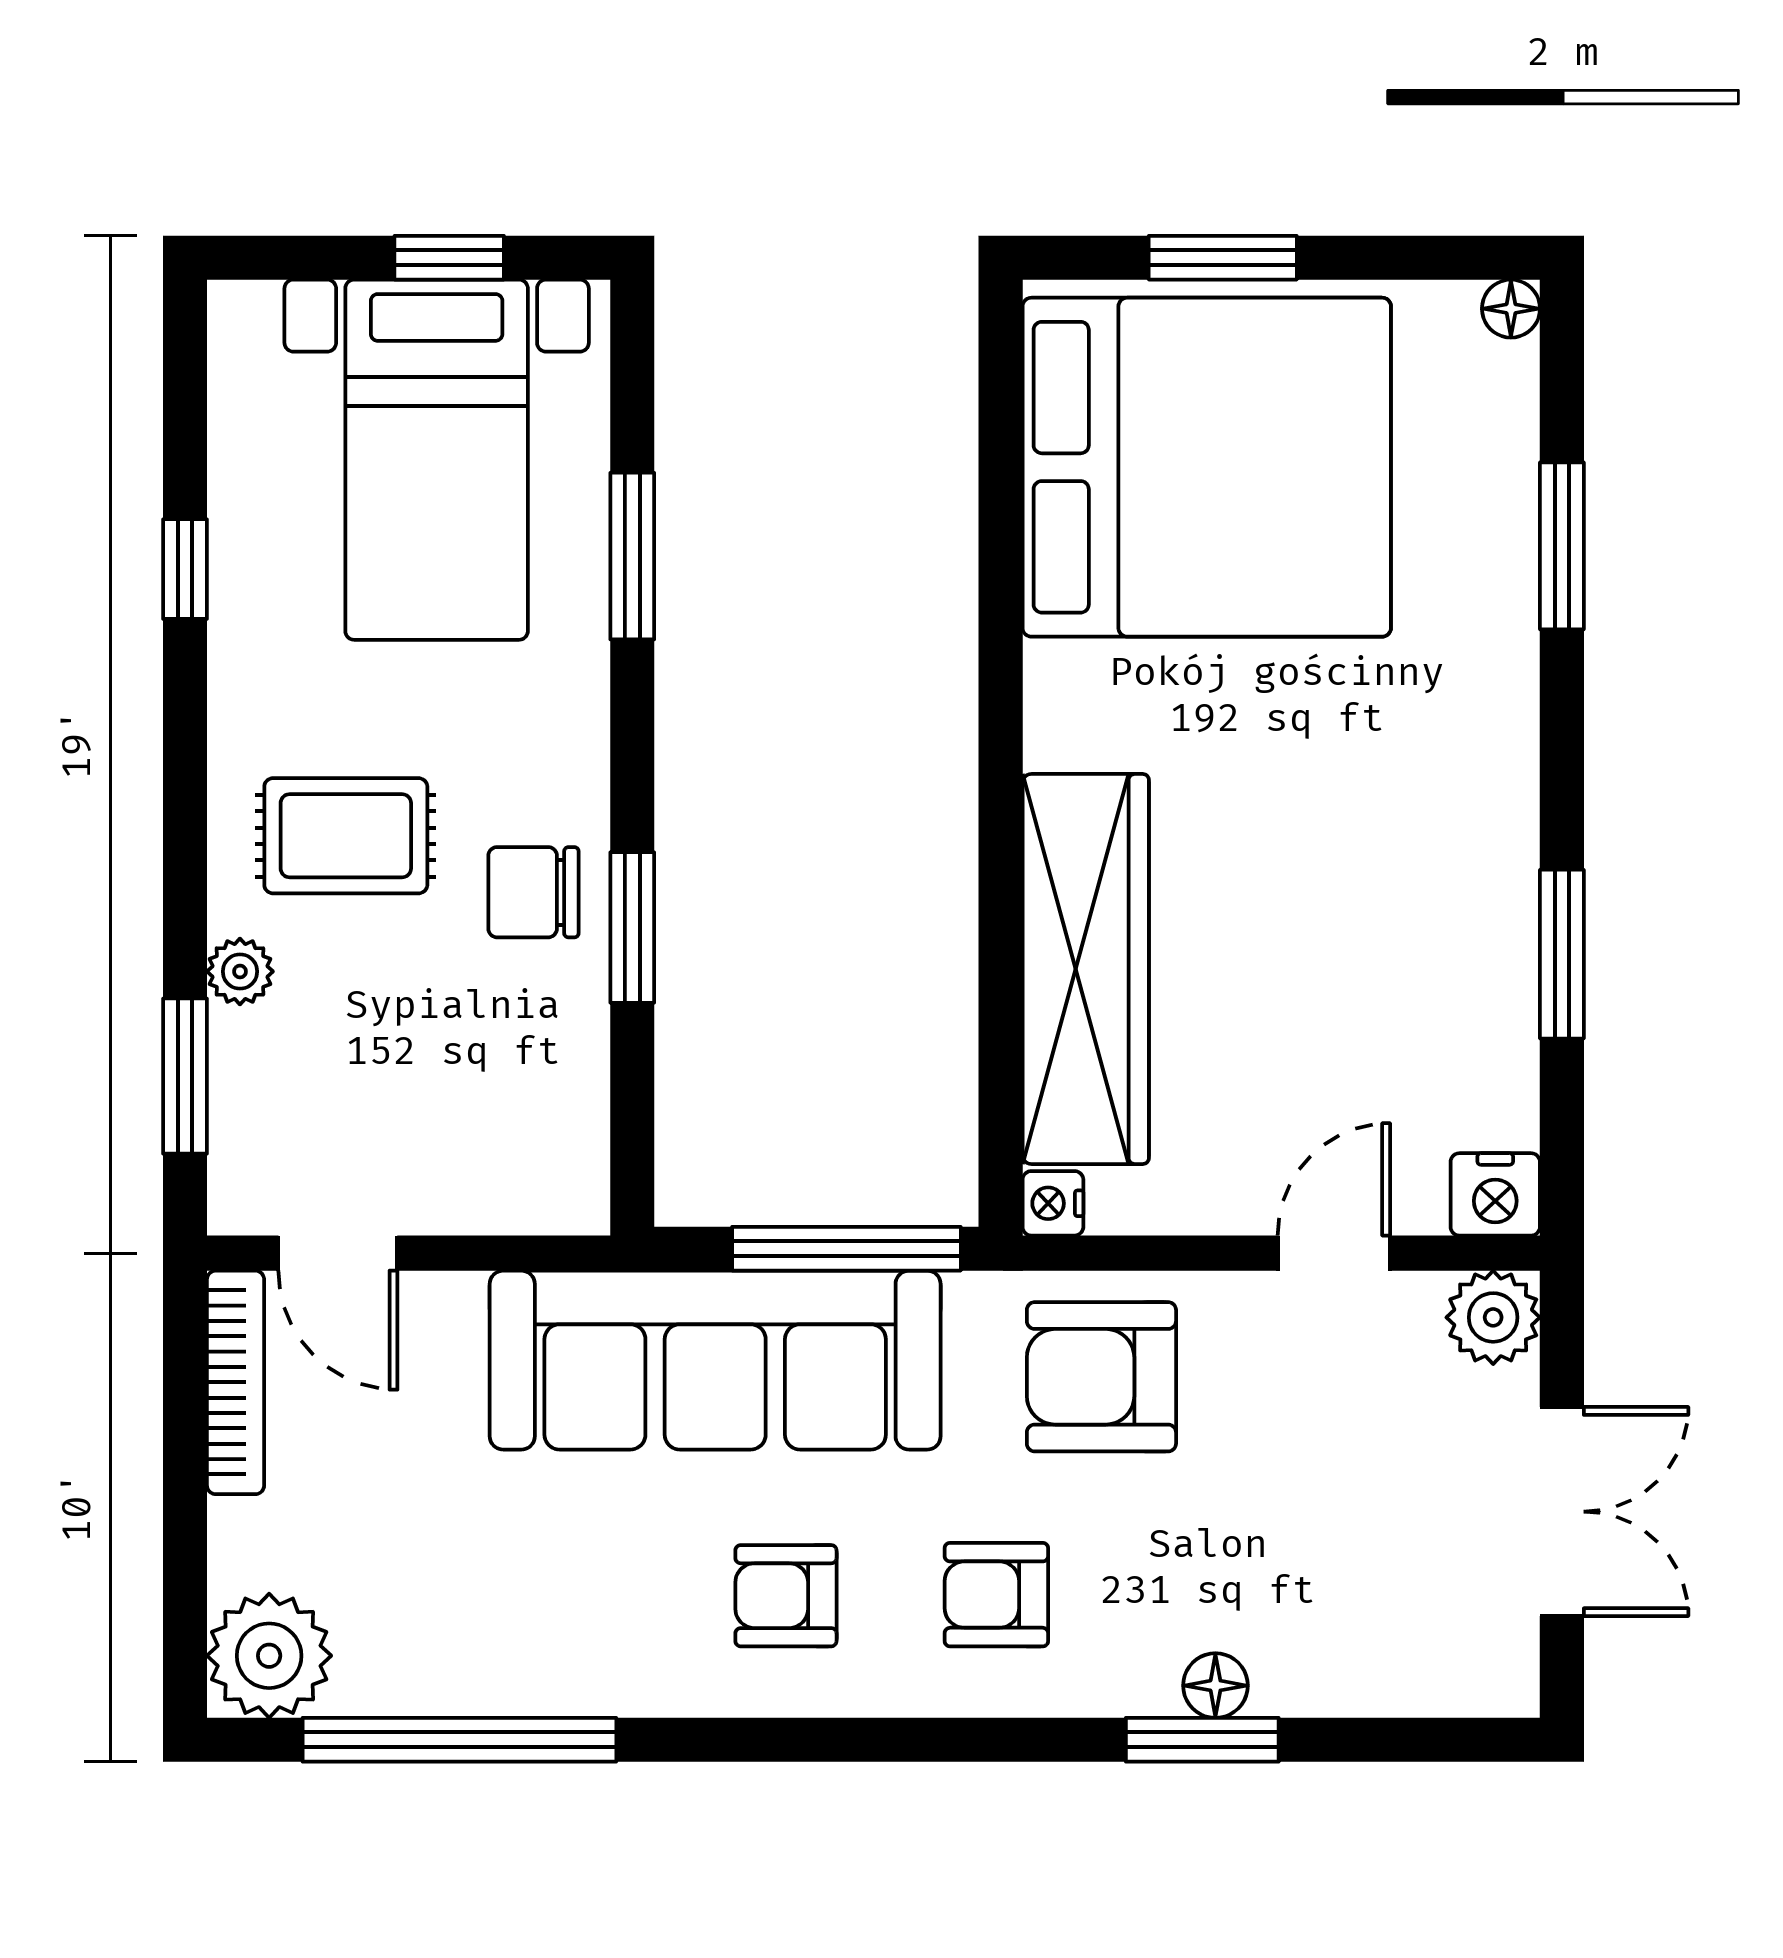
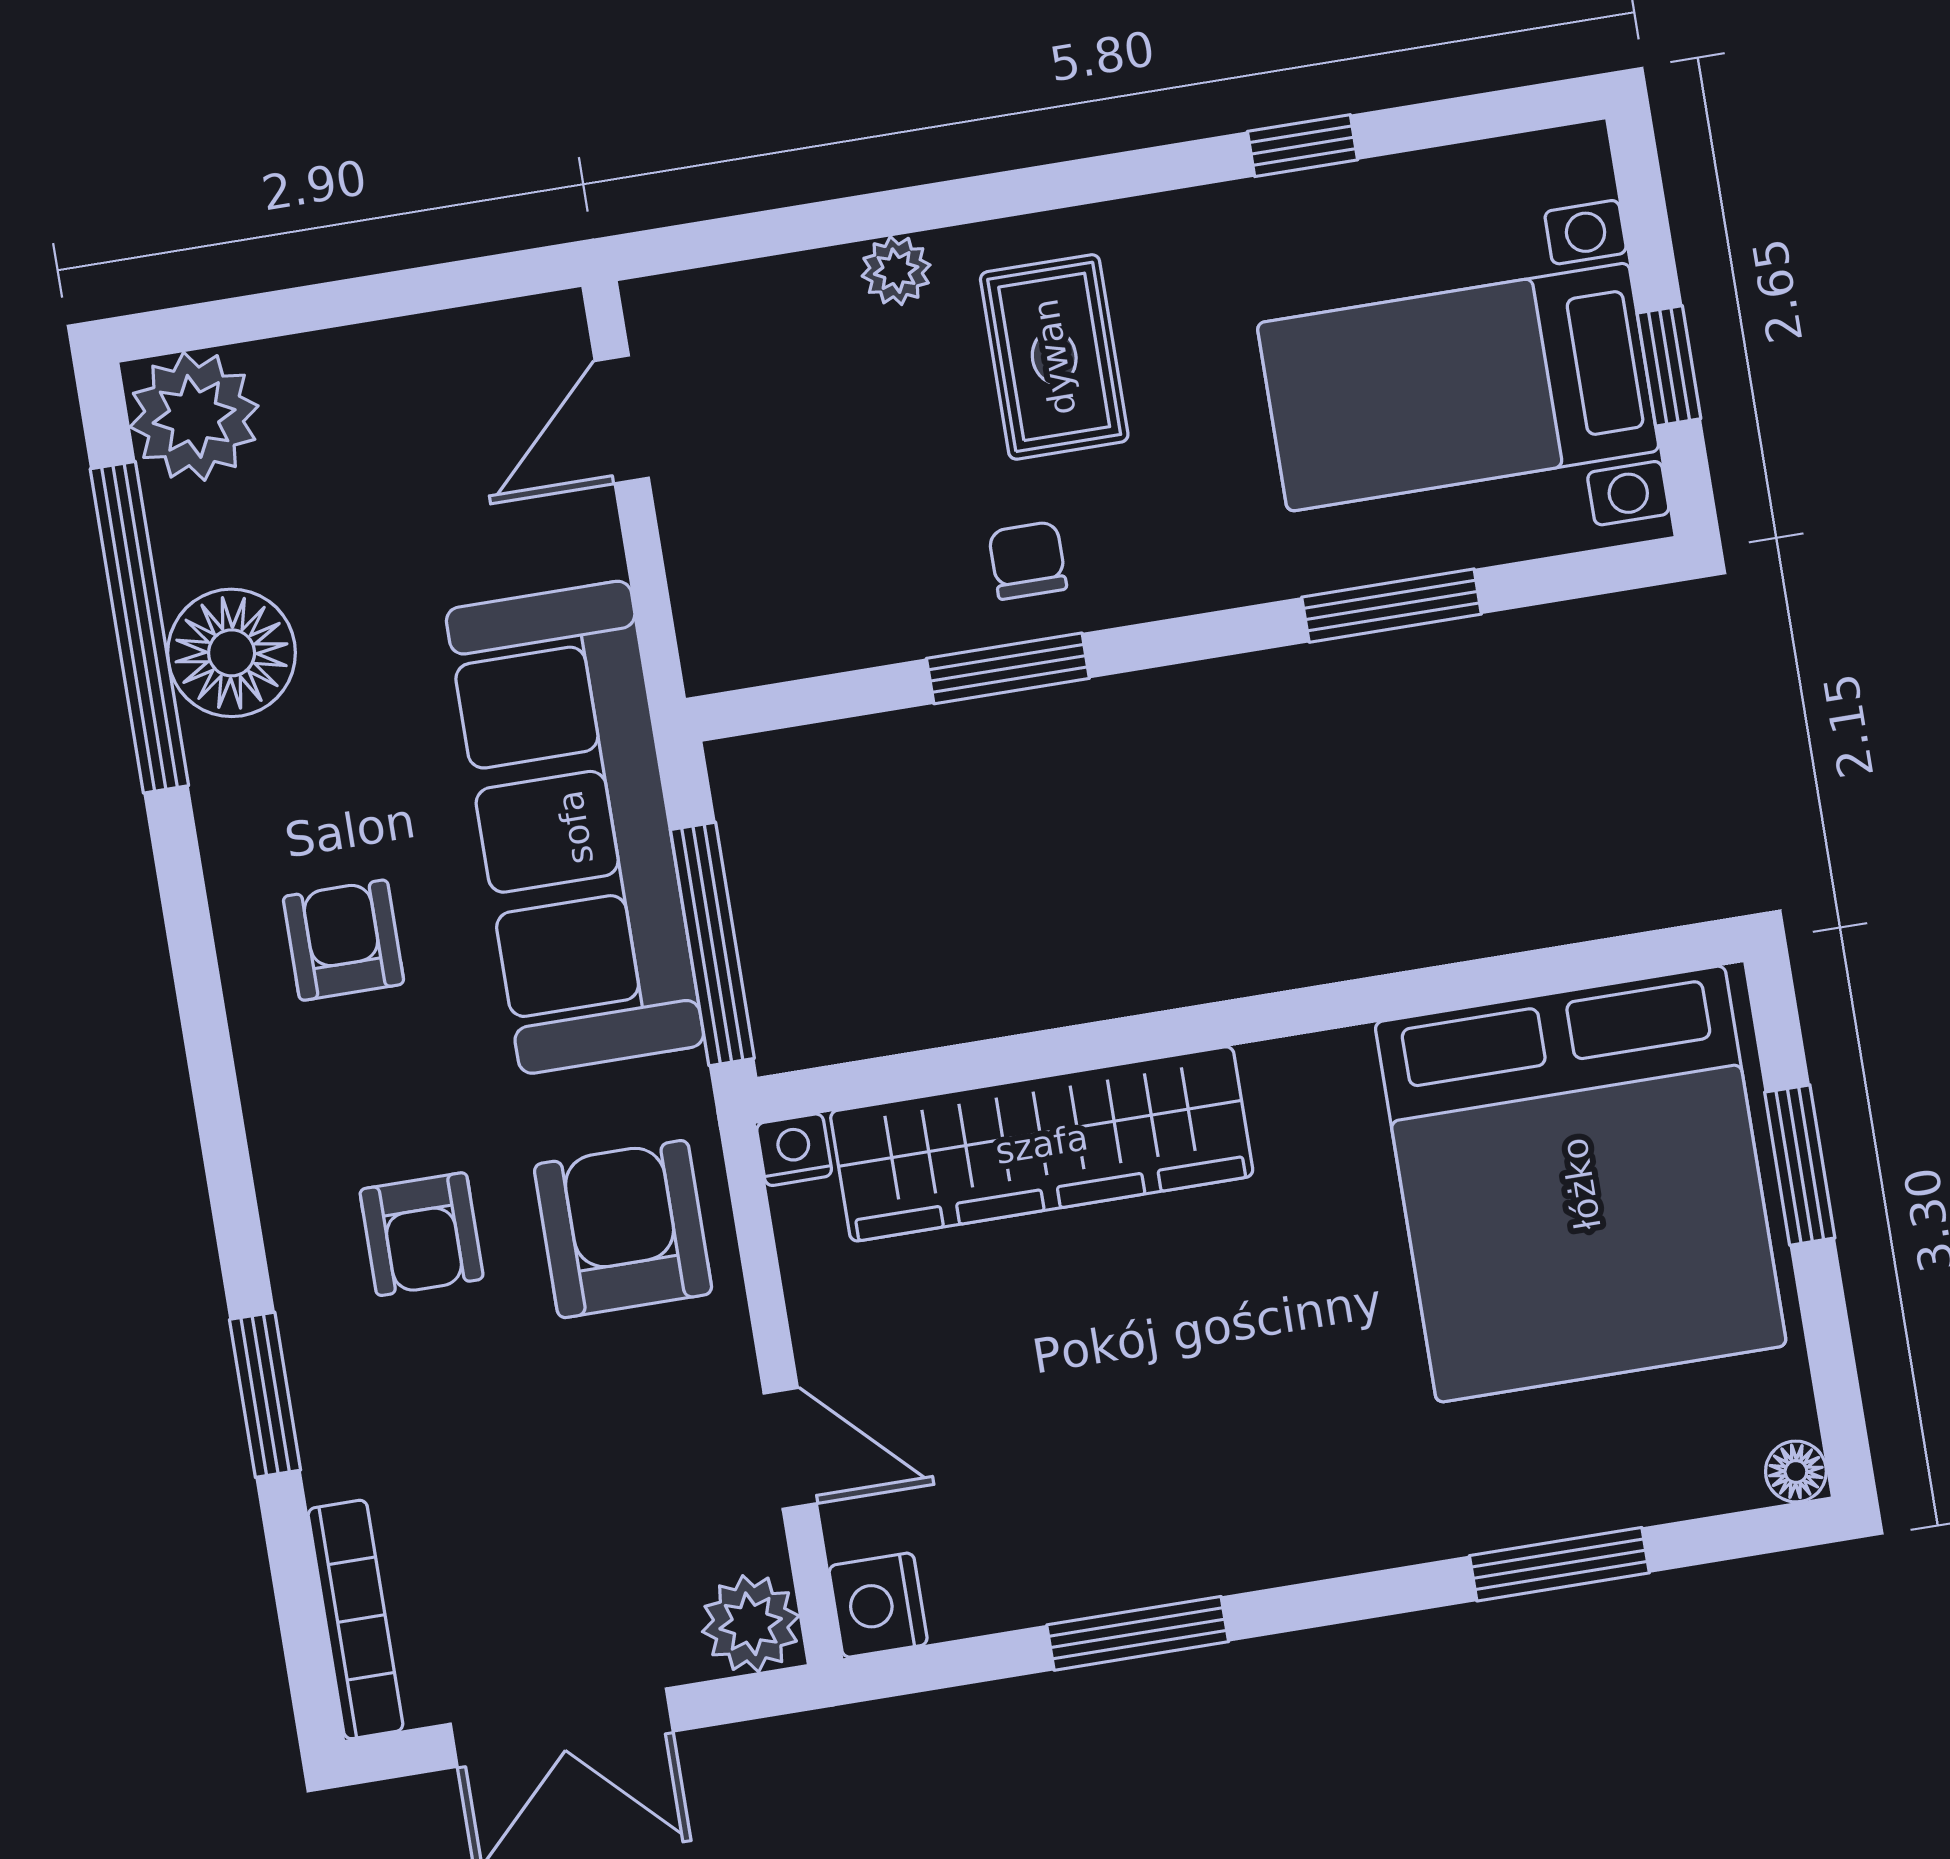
chair: (533, 892) -> (1028, 560), width x0.73, depth x0.73
window: (185, 1076) -> (779, 231), removed
bookcase: (236, 1382) -> (356, 1620), moved, turned -90
armchair: (996, 1595) -> (422, 1234), moved, turned 180
floor lamp: (1215, 1686) -> (232, 653), moved, width x1.89, depth x1.89

